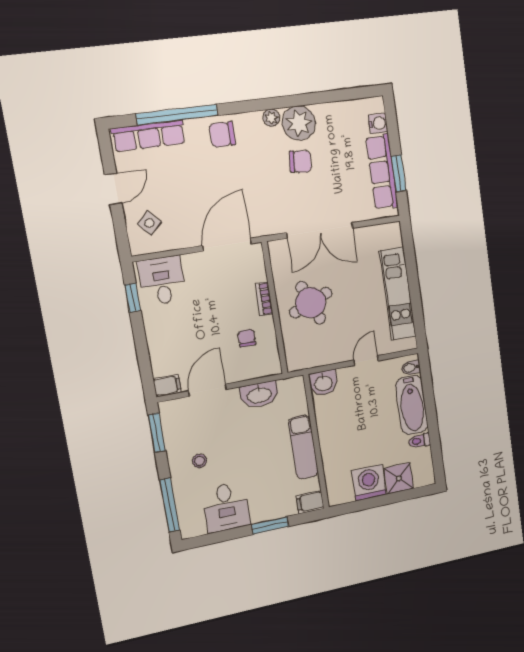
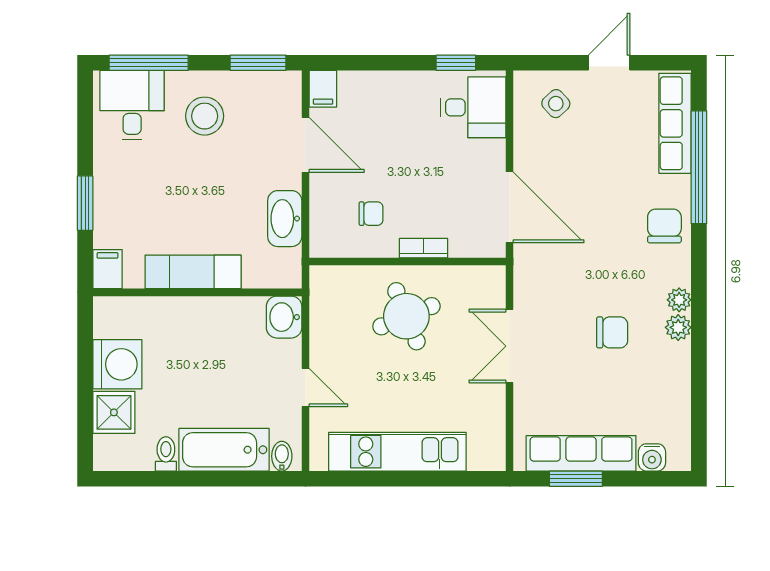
plant: (299, 123) -> (678, 327), width x0.53, depth x0.53
chair: (300, 162) -> (612, 332), turned -96
door: (113, 189) -> (609, 63), swing flipped
double door: (320, 230) -> (509, 346), width x0.73
stool: (200, 461) -> (205, 116), width x1.89, depth x1.89
desk: (226, 507) -> (132, 105), moved, turned 90

